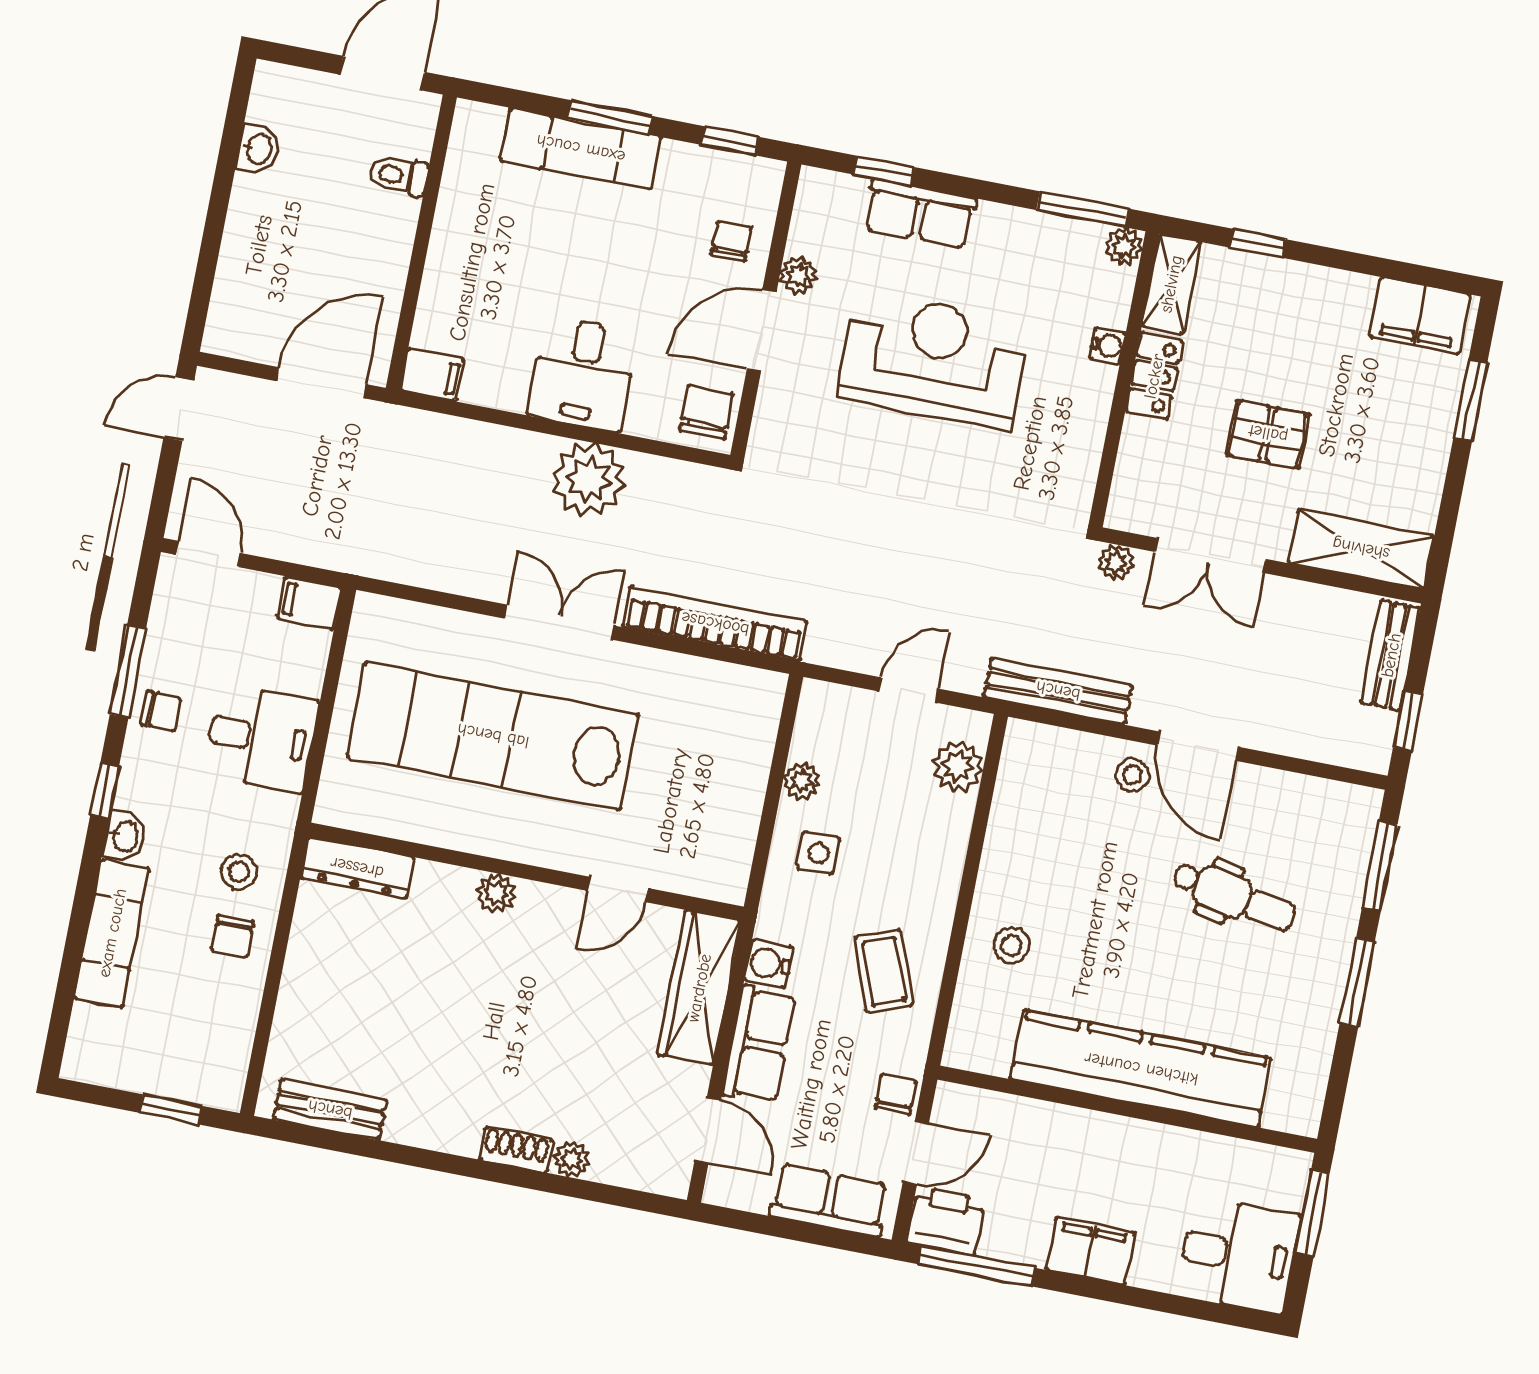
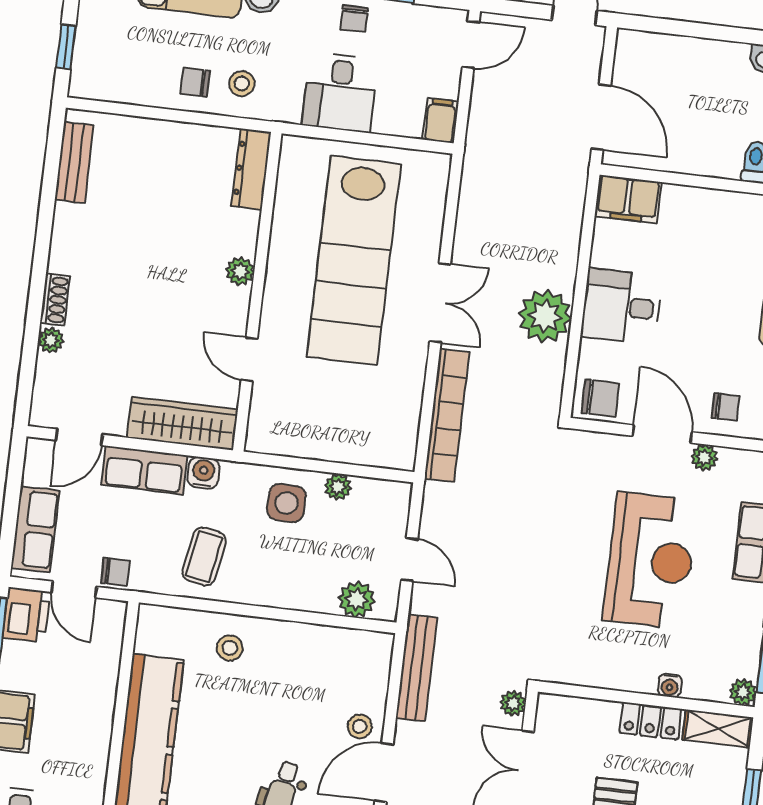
filing cabinet: (432, 375) -> (628, 199), width x2.00
lab bench: (493, 736) -> (354, 260), turned 180
side table: (819, 853) -> (286, 503), width x1.37, depth x1.37
coffee table: (884, 971) -> (204, 557), turned -60

